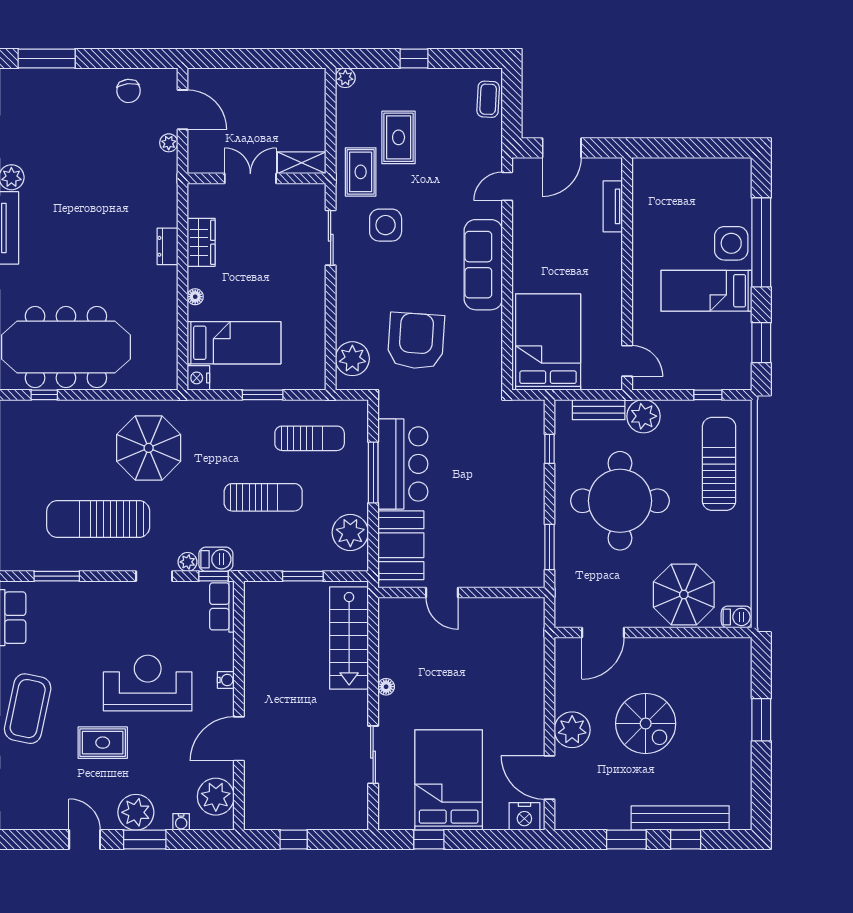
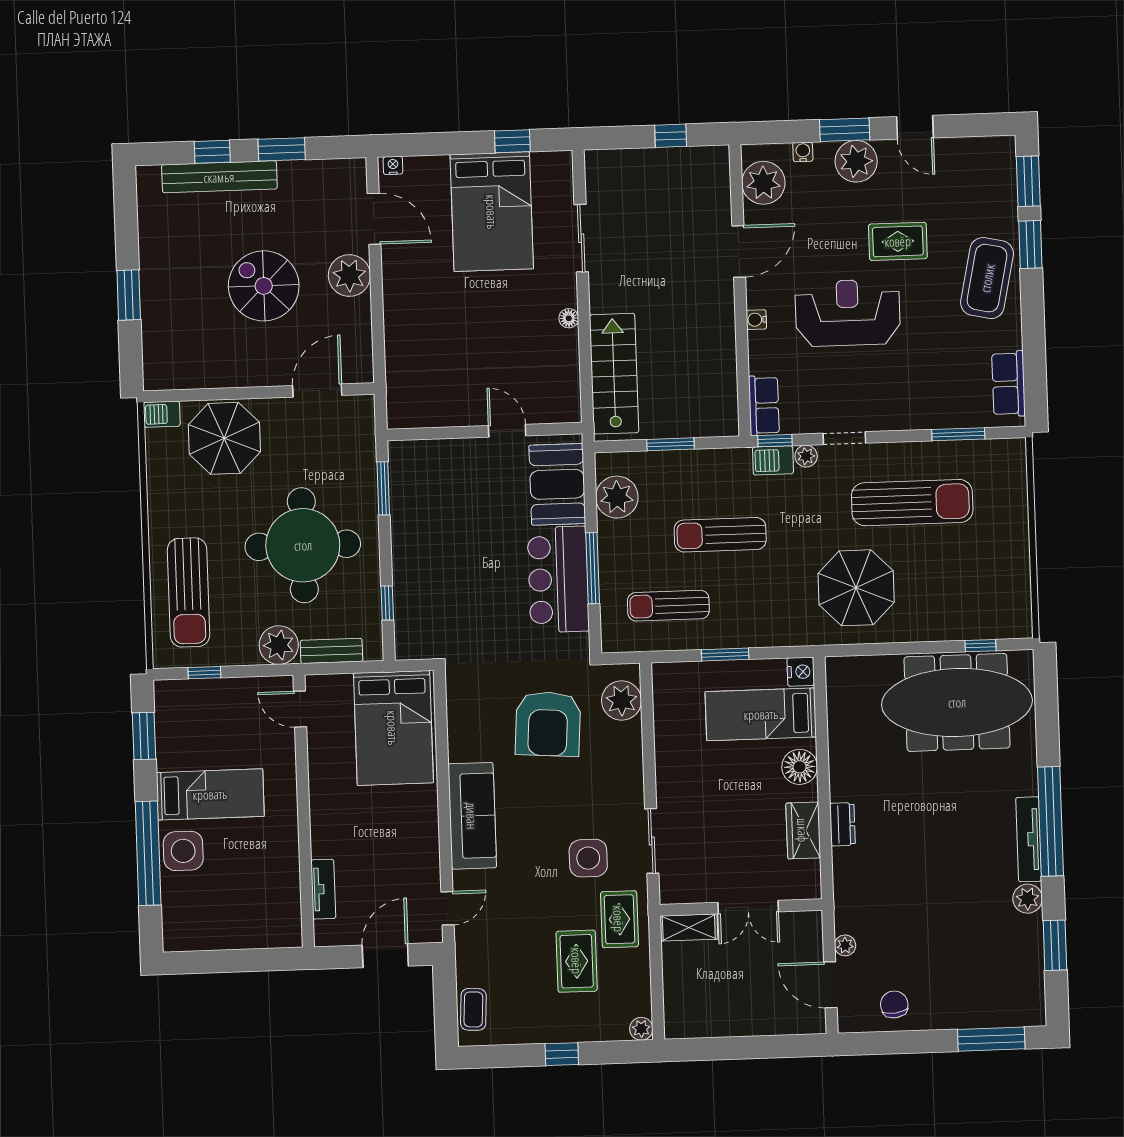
floor lamp: (195, 297) -> (800, 767), width x1.89, depth x1.89
reception desk: (148, 683) -> (848, 313), turned 180
nightstand: (524, 816) -> (393, 165), width x0.53, depth x0.56

